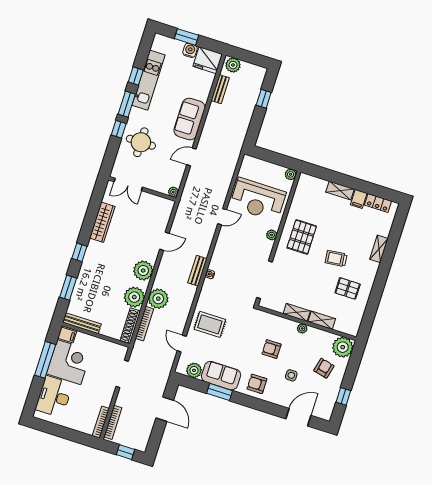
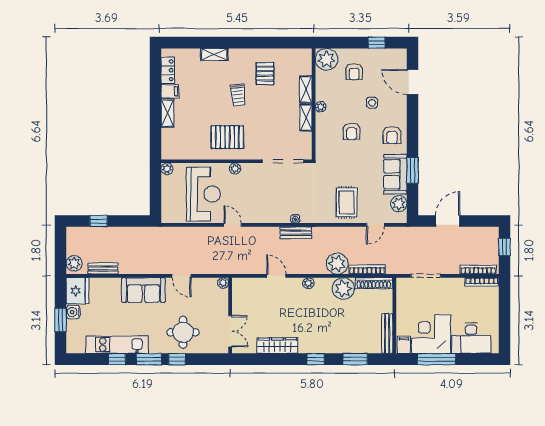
plant: (143, 270) -> (308, 283), width x0.53, depth x0.53
armchair: (324, 368) -> (354, 72), turned -103

